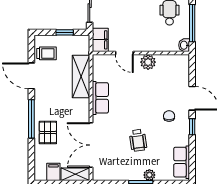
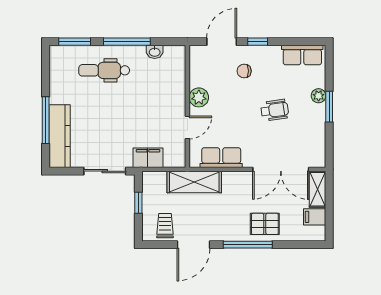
door: (124, 53) -> (187, 127), moved
wall: (141, 53) -> (187, 106), moved
plant: (148, 62) -> (199, 97), moved

